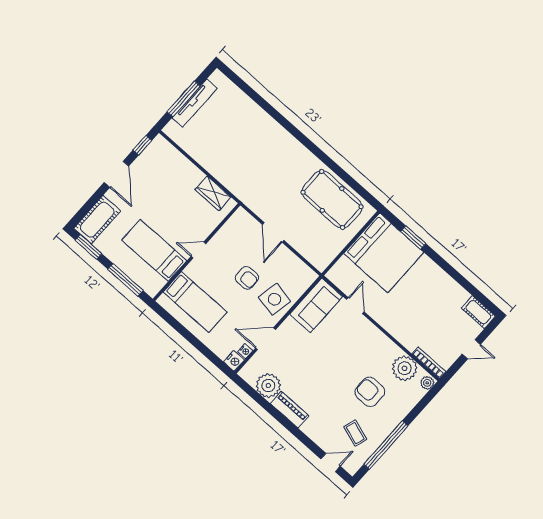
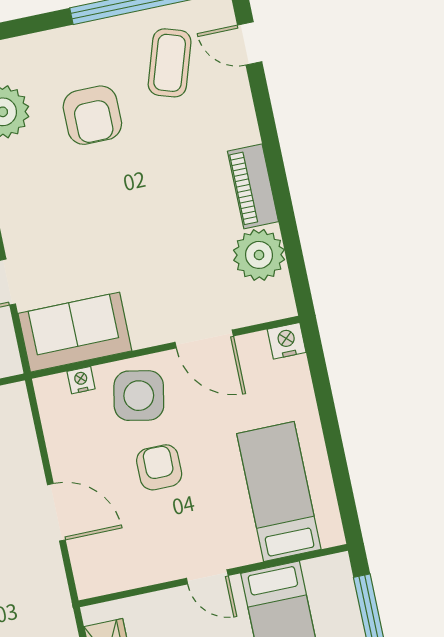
door: (273, 232) -> (56, 512), hinge flipped
nightstand: (245, 351) -> (81, 380), moved
coffee table: (355, 433) -> (170, 63), width x1.36, depth x1.30

